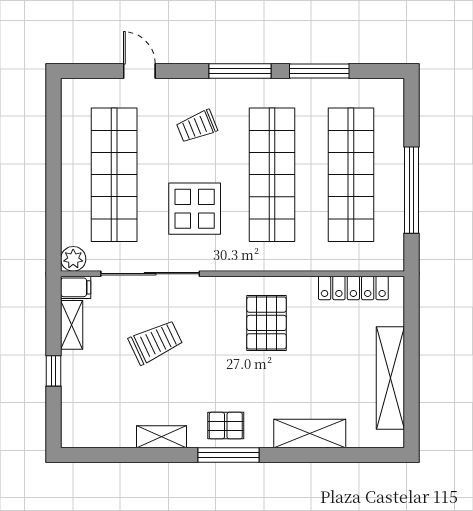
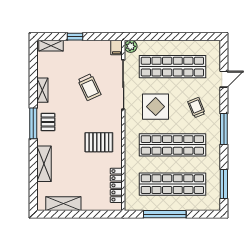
window: (319, 71) -> (224, 184), moved
shelving: (72, 325) -> (51, 46), moved
shelving: (390, 378) -> (63, 204), width x0.68

